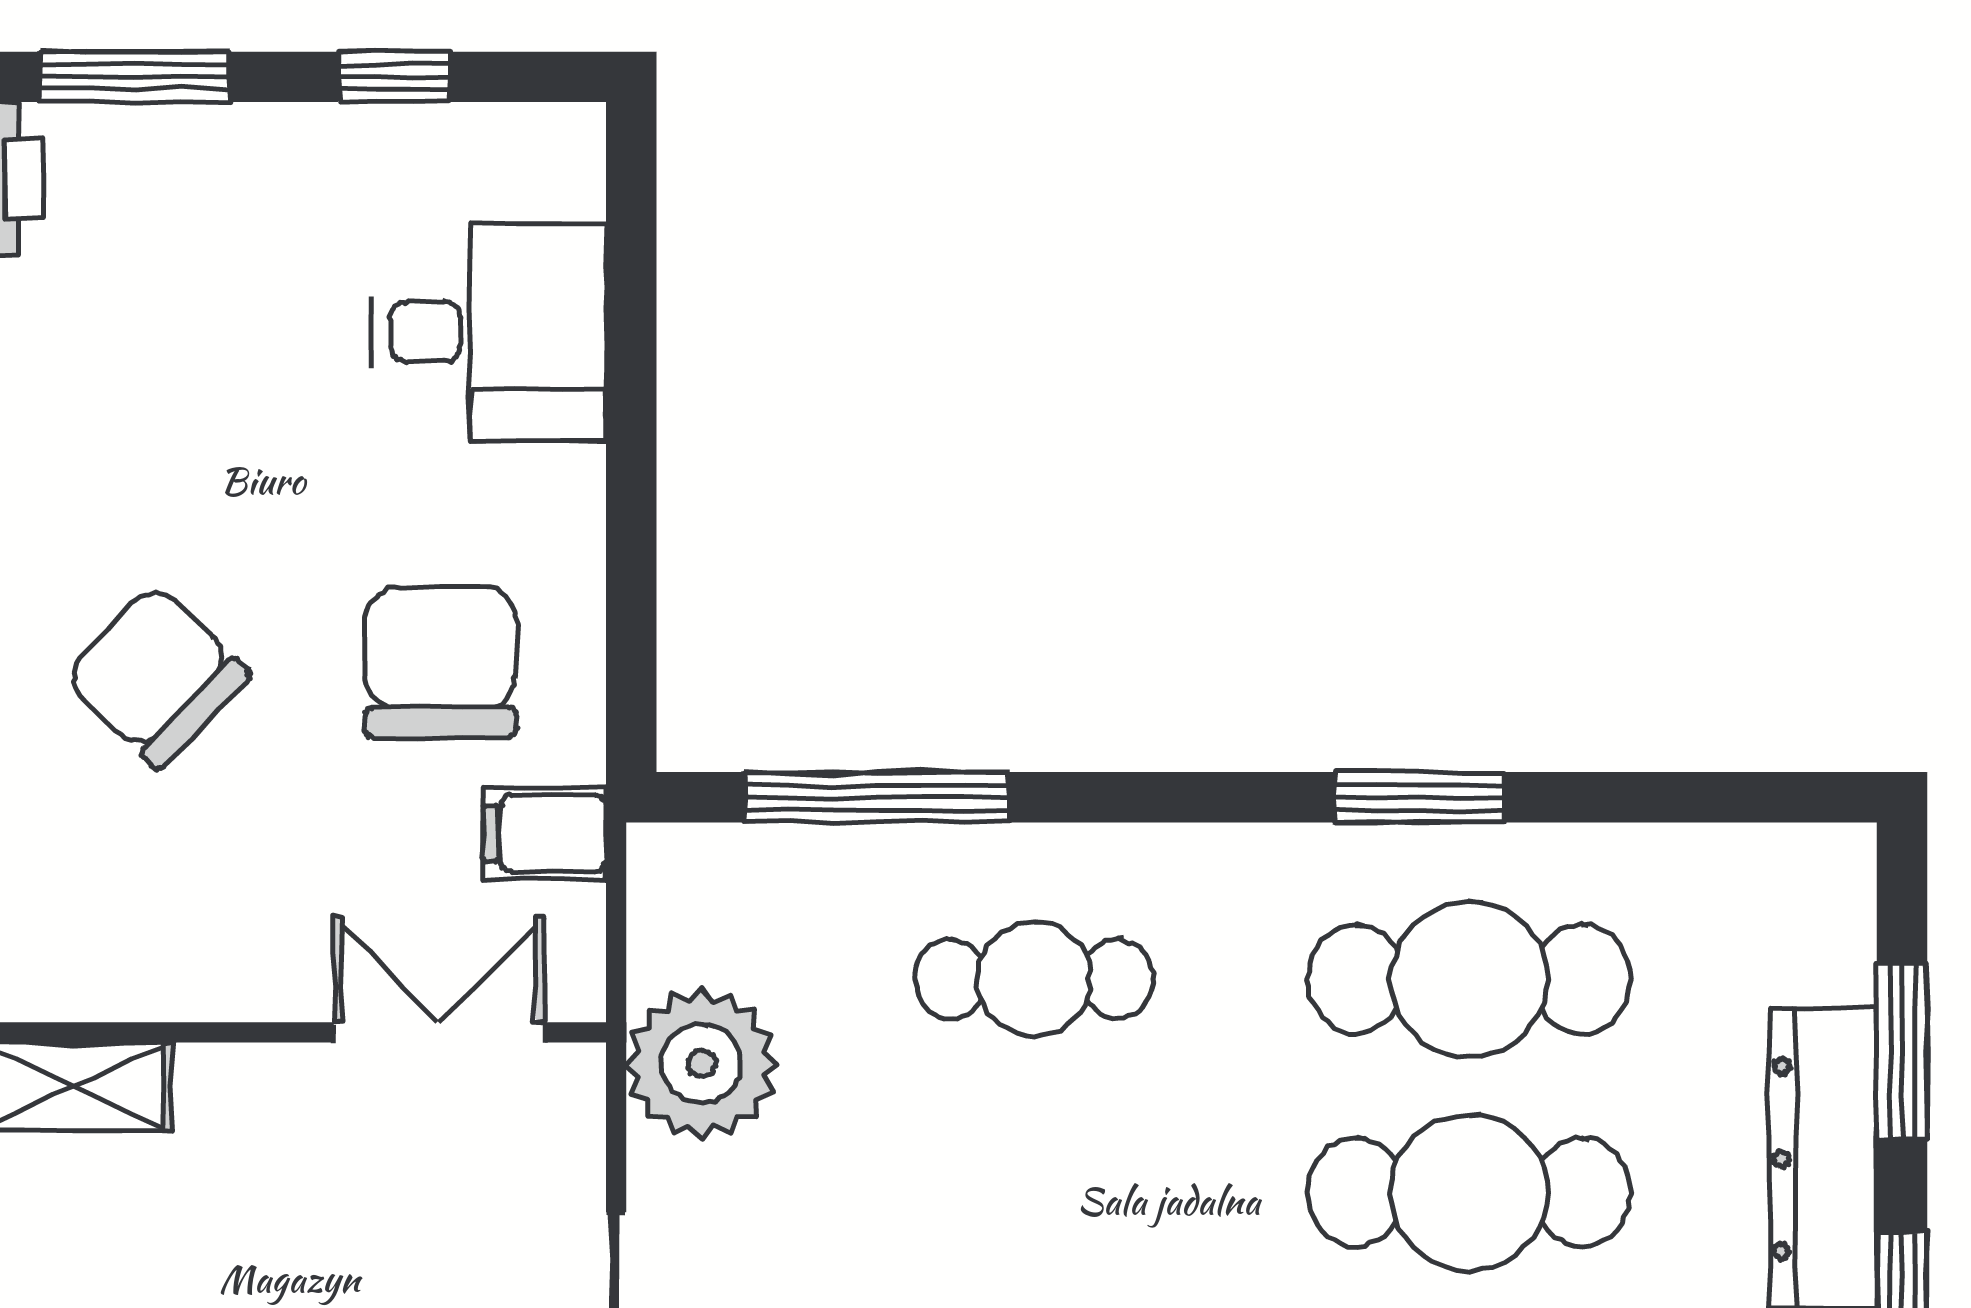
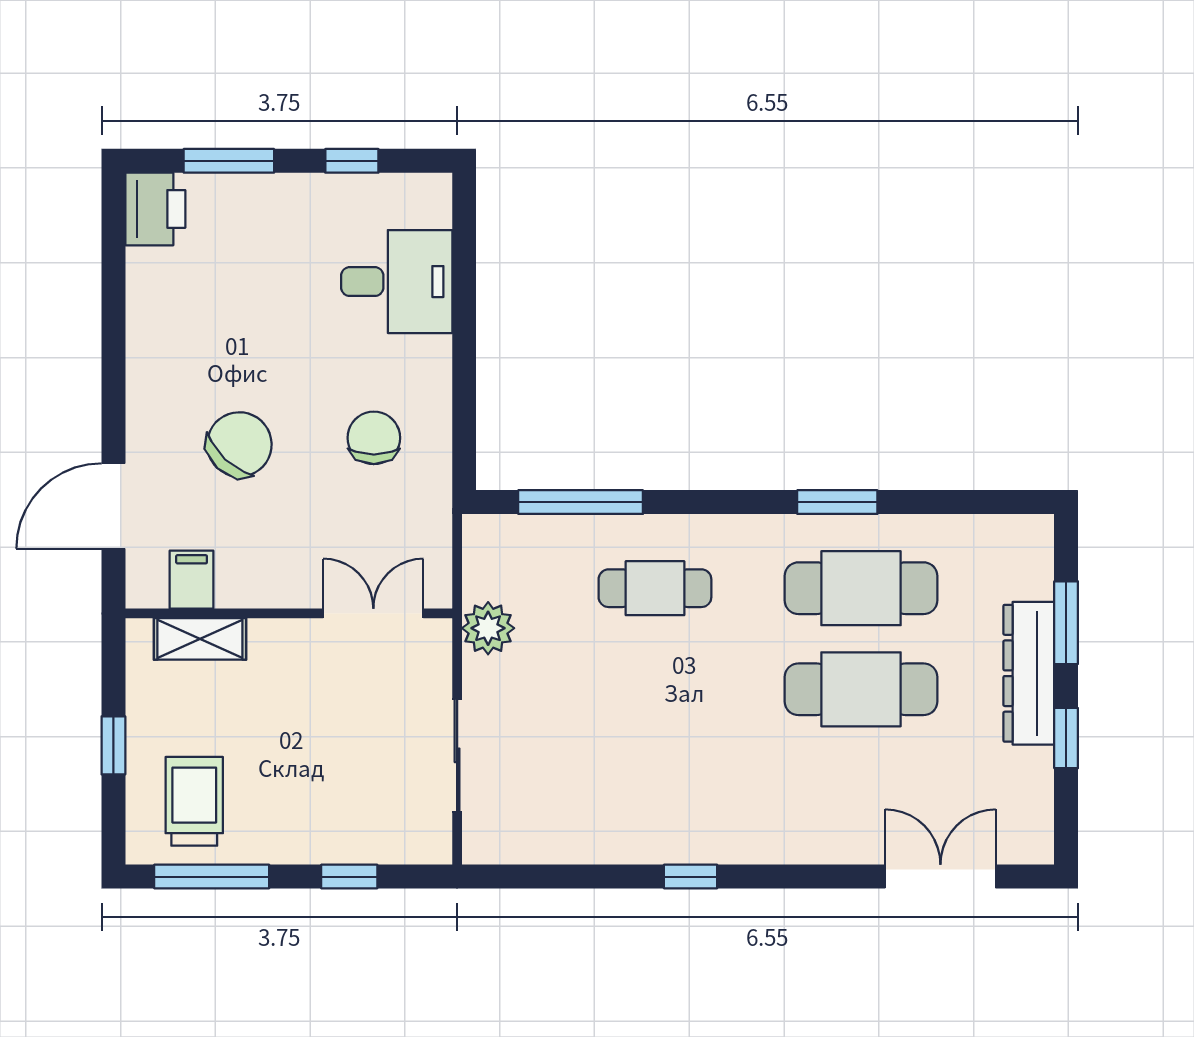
chair: (441, 662) -> (374, 438), width x0.73, depth x0.73
chair: (157, 676) -> (239, 444), turned 89
filing cabinet: (545, 833) -> (192, 580), moved, turned 90
plant: (702, 1064) -> (488, 628), width x0.73, depth x0.73

